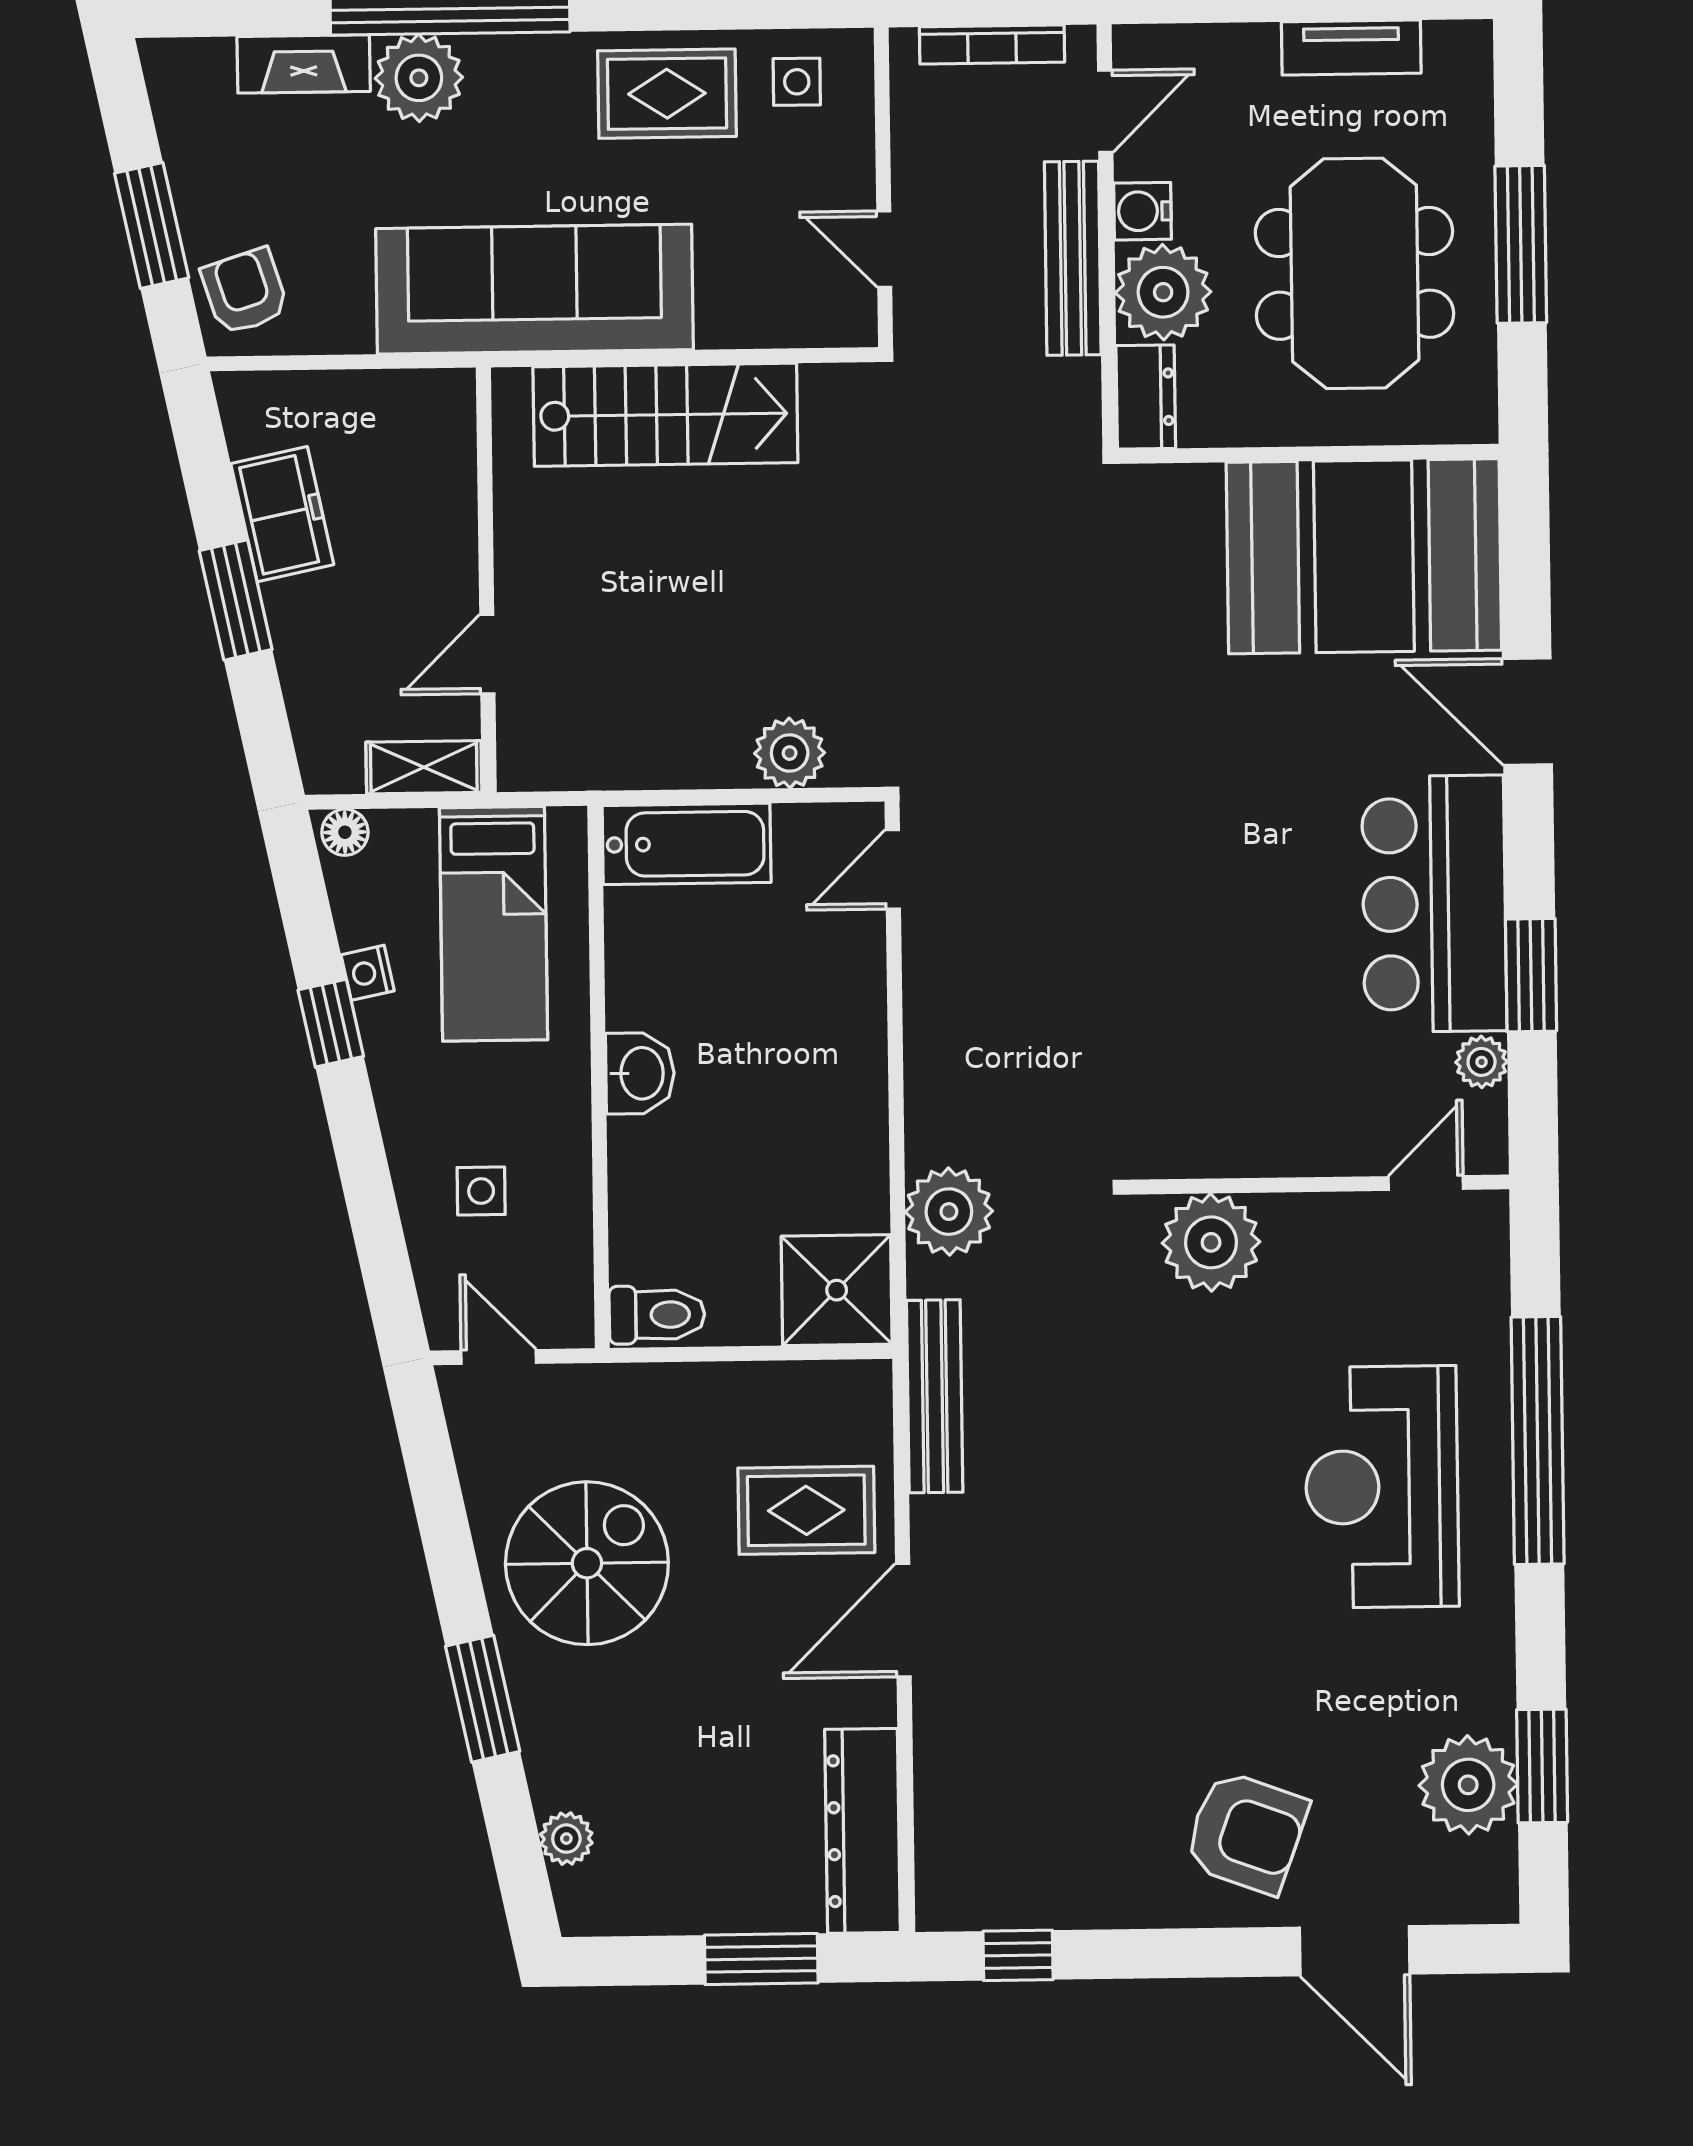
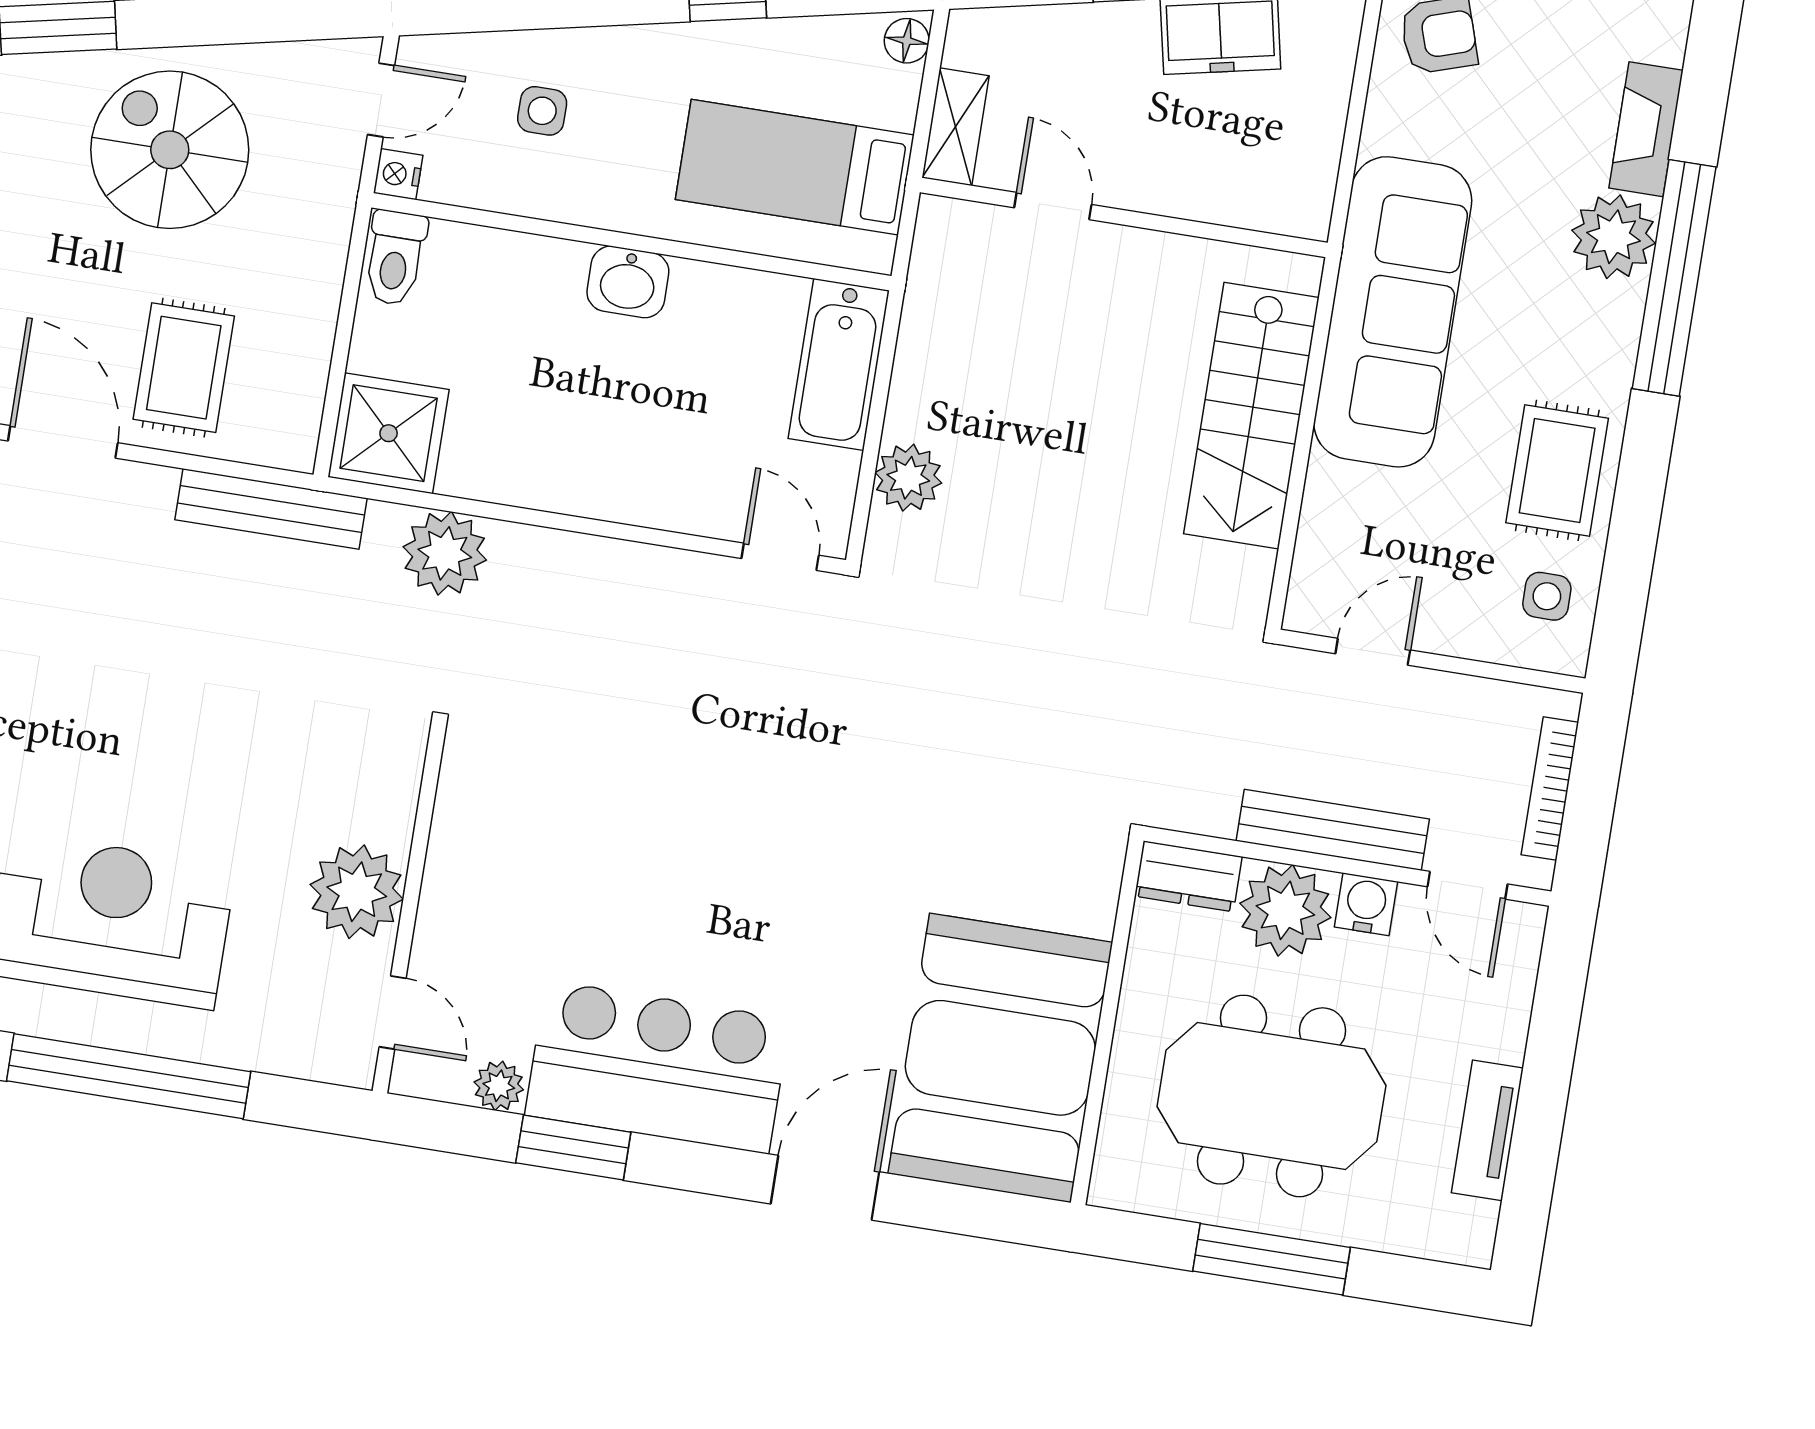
nightstand: (368, 973) -> (398, 174), moved, turned -78
plant: (1211, 1242) -> (357, 892), moved
spiral stairs: (587, 1563) -> (170, 150), turned 180

